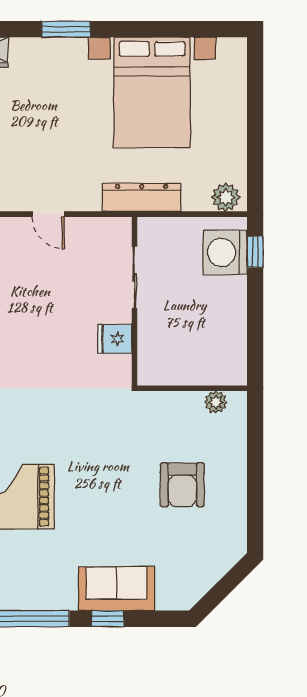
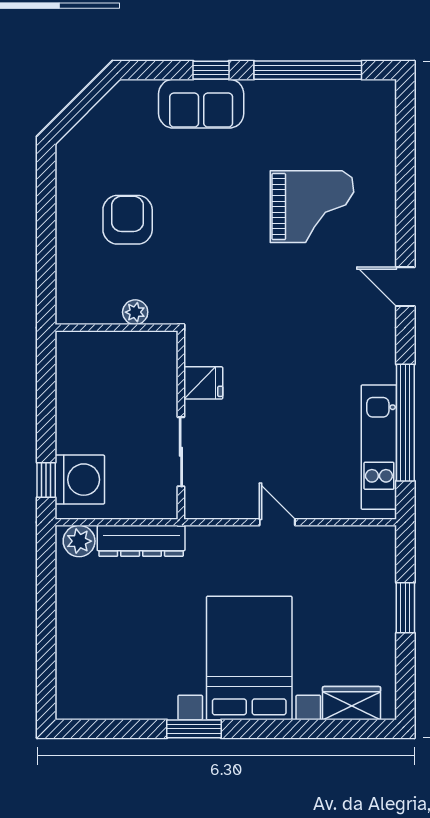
window: (66, 29) -> (194, 729), moved
bed with nightstands: (152, 93) -> (249, 658), moved
dresser: (142, 197) -> (141, 541), moved
plant: (216, 402) -> (135, 312), moved

